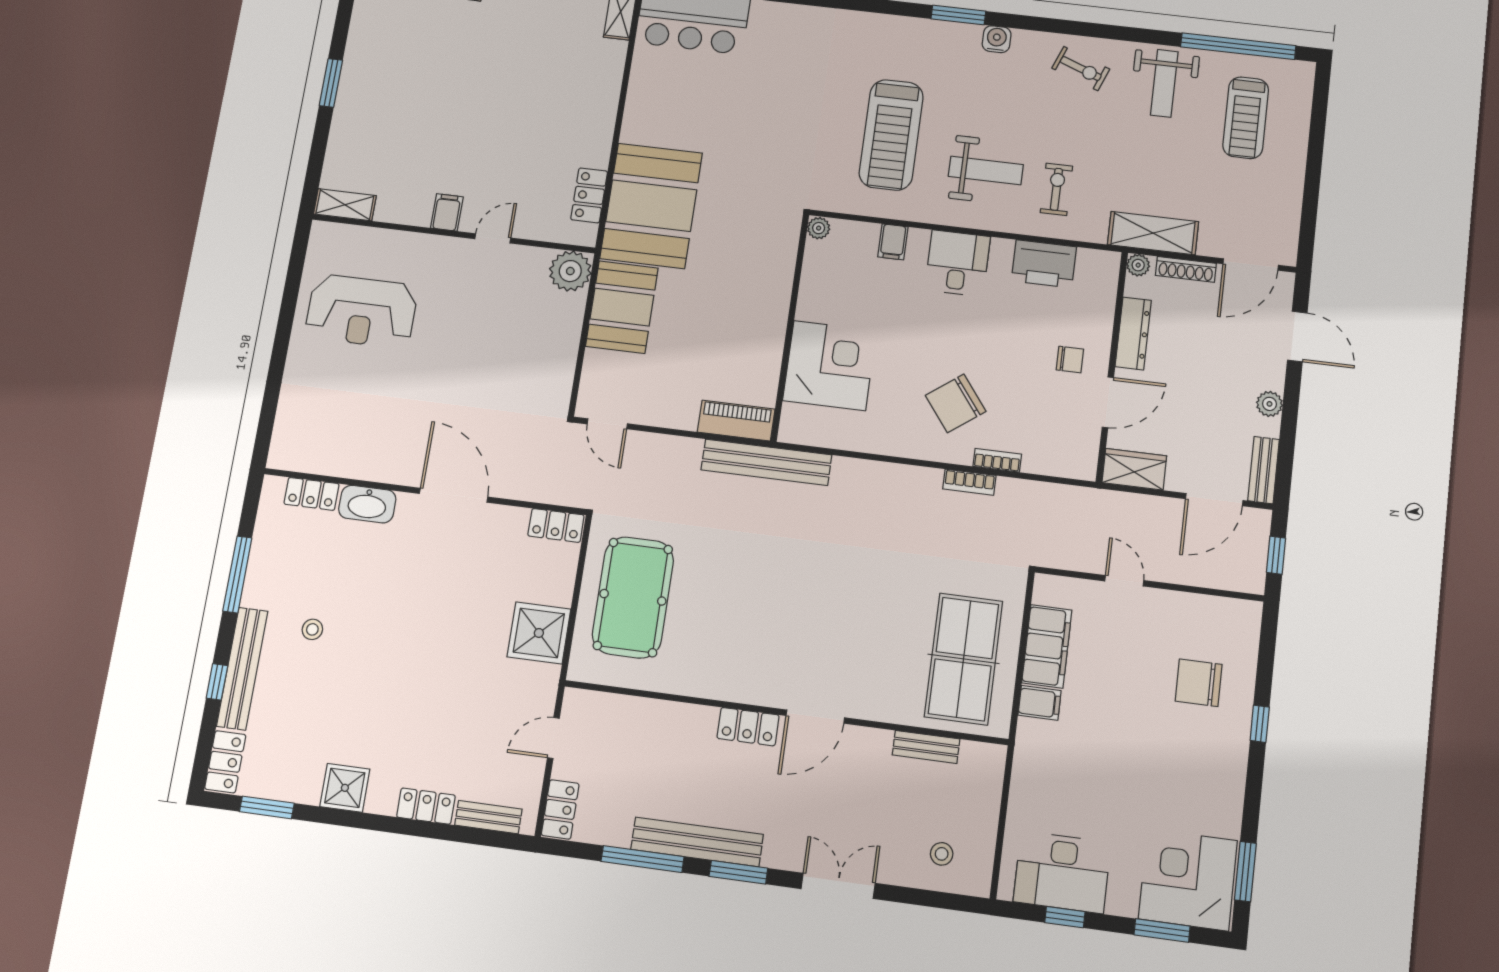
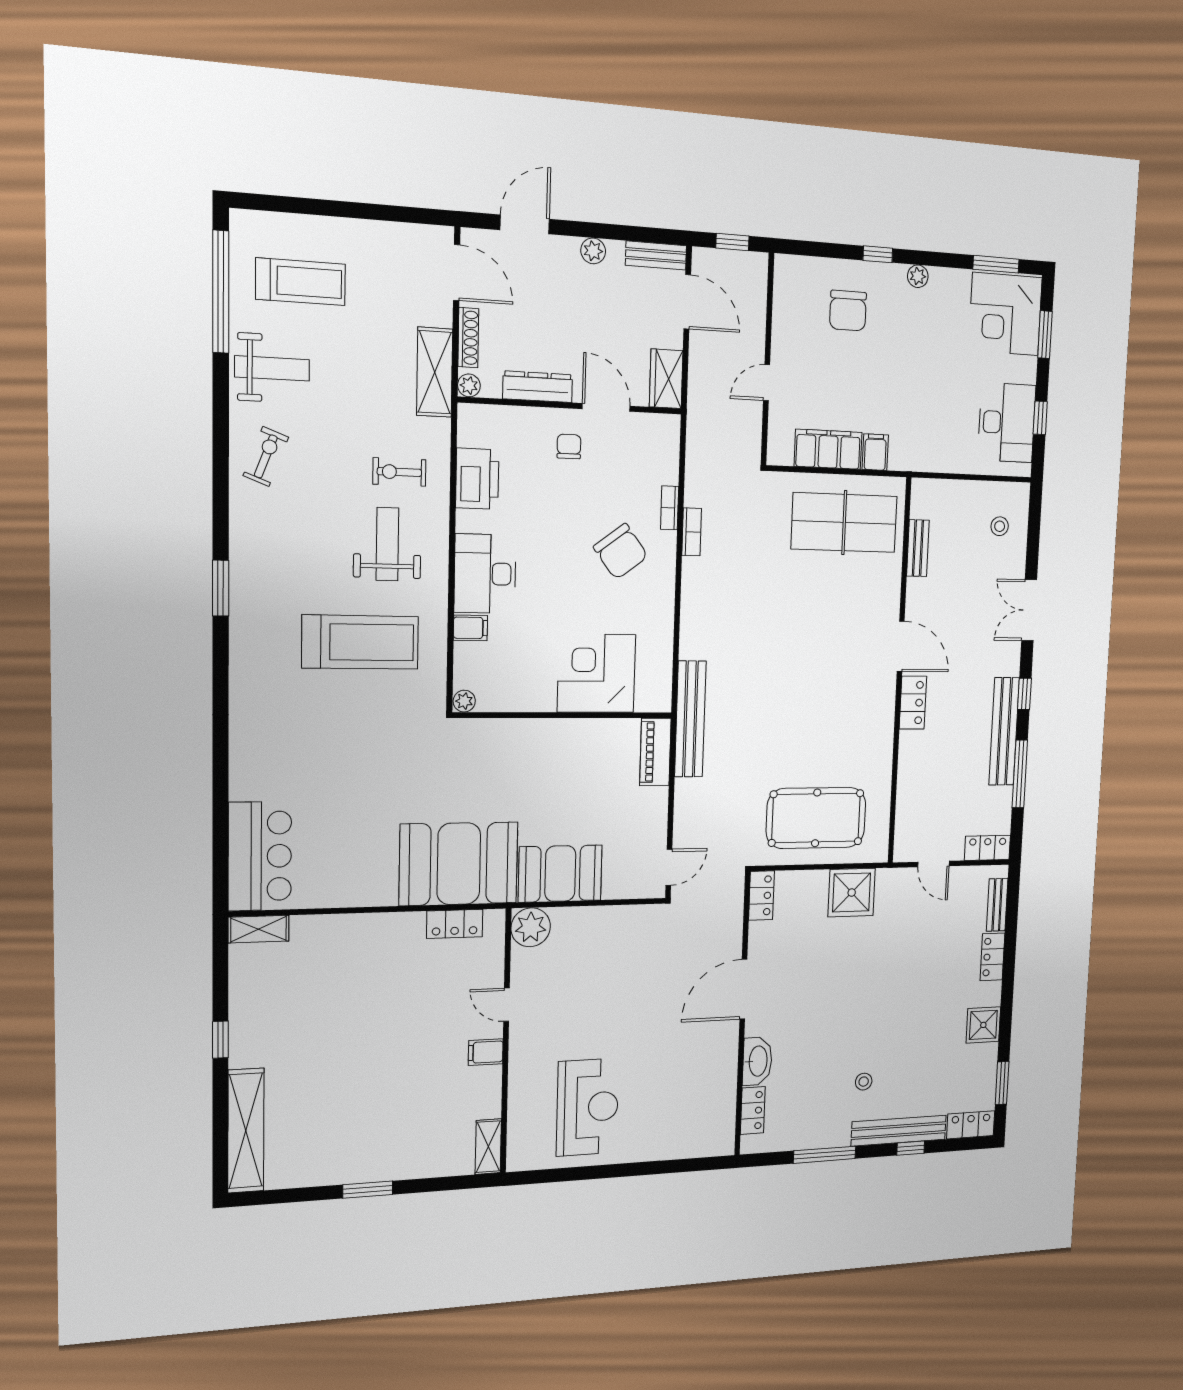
water cooler: (997, 39) -> (243, 546), removed
desk: (958, 263) -> (485, 574), width x1.37
plant: (1234, 771) -> (918, 276), added
window: (738, 872) -> (1024, 694), width x0.67

